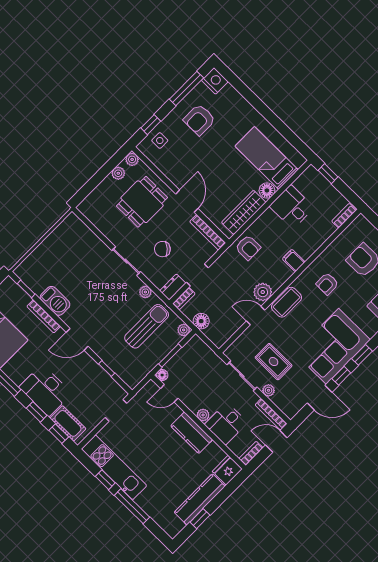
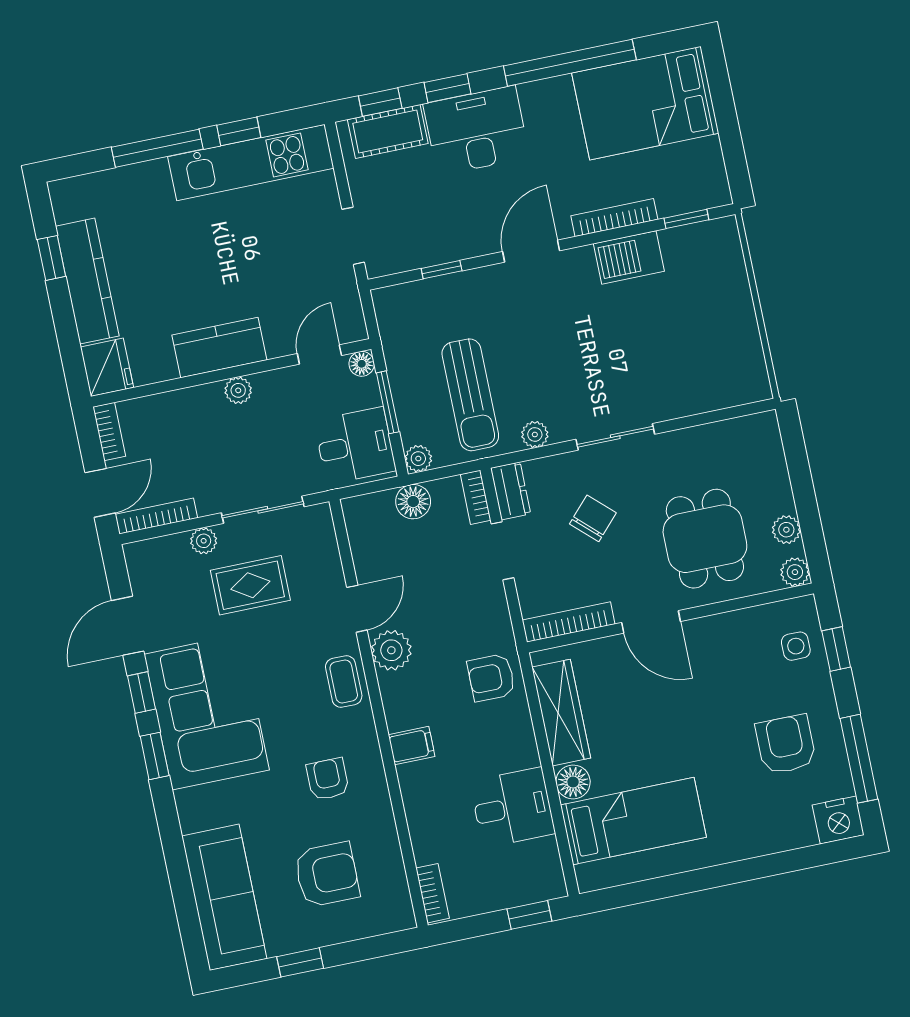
coffee table: (286, 302) -> (344, 682), width x0.73, depth x0.77
desk: (226, 424) -> (355, 446), moved, turned 90

